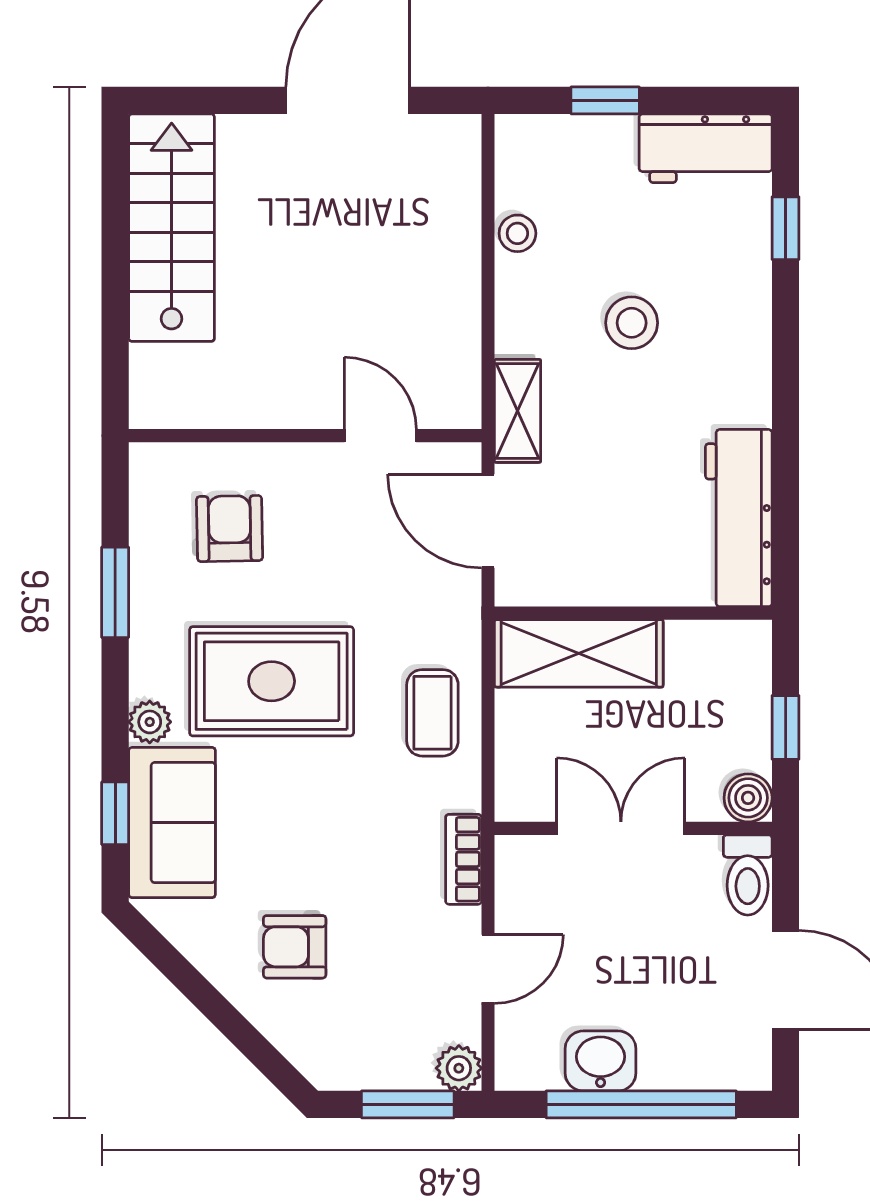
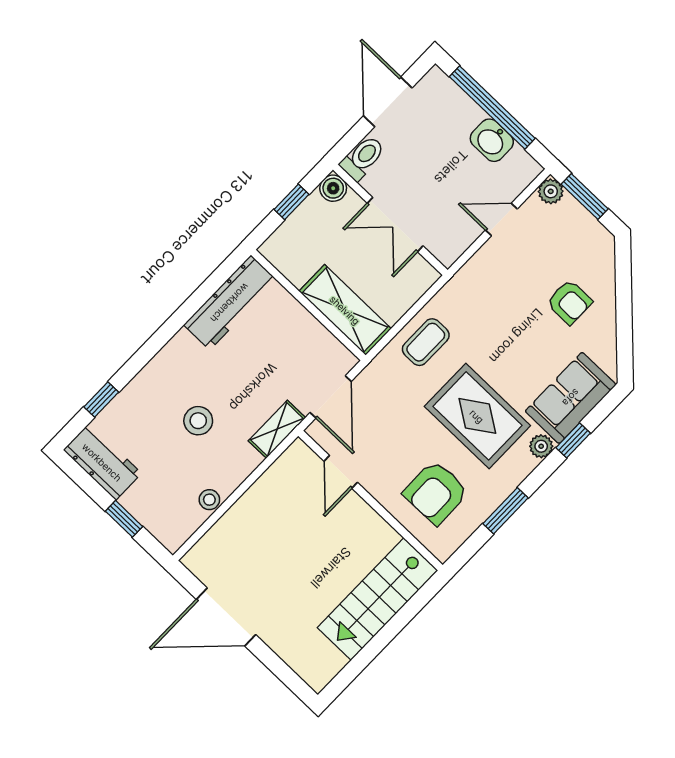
stairs: (172, 228) -> (378, 599), moved
armchair: (230, 528) -> (436, 492), width x1.38, depth x1.38
window: (115, 813) -> (573, 440), moved
bookcase: (464, 859) -> (469, 272), removed

